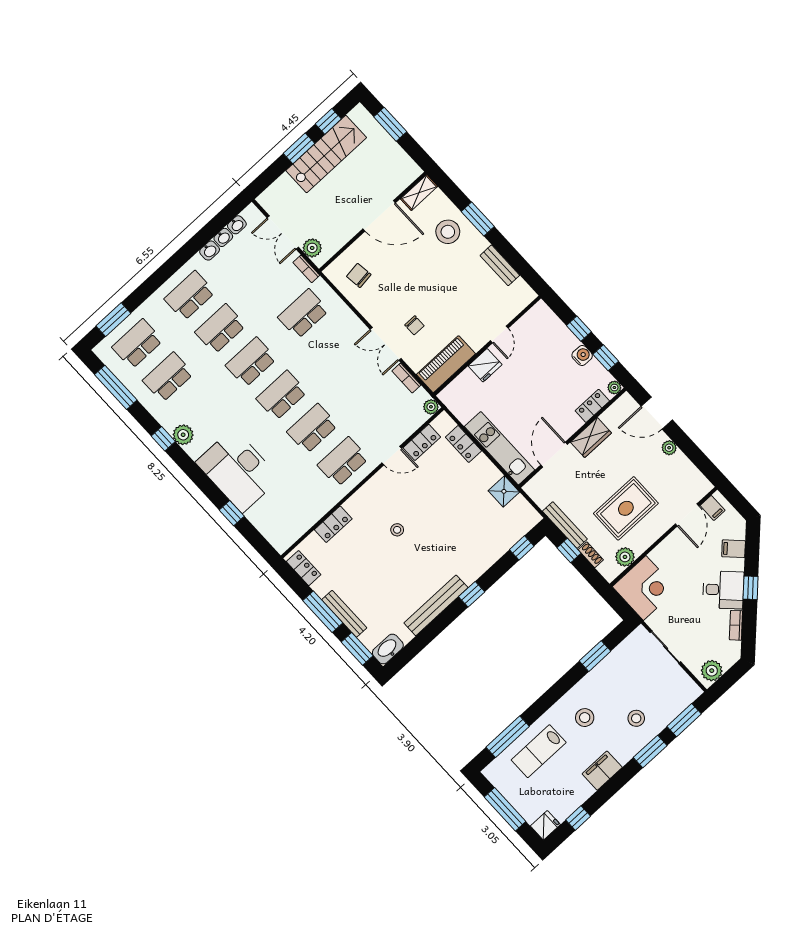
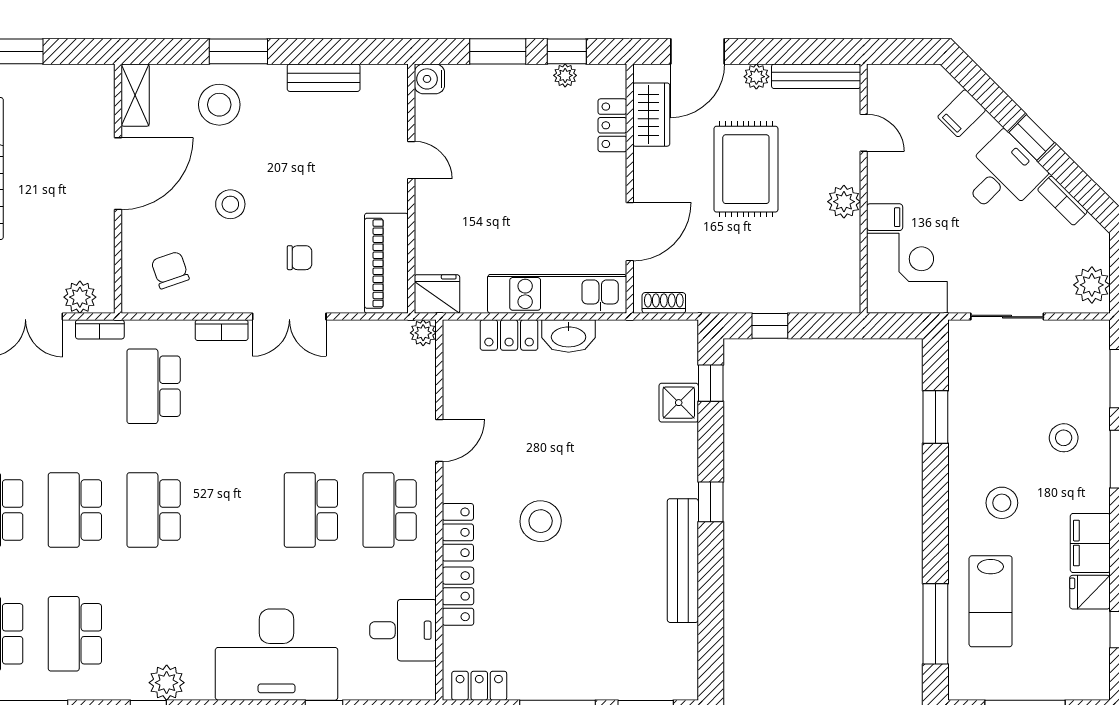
chair: (359, 275) -> (170, 270), turned 78
stool: (410, 275) -> (230, 204), added
window: (579, 329) -> (498, 51), width x1.50
water cooler: (582, 355) -> (429, 79), moved, turned -90
fridge: (485, 365) -> (437, 294), moved, turned -90
bookcase: (406, 378) -> (222, 330), moved
plant: (614, 388) -> (565, 75), moved
school desk: (282, 395) -> (232, 510), removed
wardrobe: (591, 438) -> (651, 115), moved
locker: (422, 442) -> (458, 532), moved
door: (554, 455) -> (630, 232), swing flipped
shower: (504, 491) -> (679, 403), moved
rug: (626, 508) -> (746, 169), moved
filing cabinet: (713, 508) -> (885, 217), moved
desk: (297, 514) -> (403, 630), added
door: (687, 515) -> (864, 133), width x0.73
bench: (565, 525) -> (816, 76), moved
stool: (397, 530) -> (541, 521), width x1.89, depth x1.89
shoe rack: (591, 555) -> (664, 303), moved
plant: (625, 557) -> (844, 202), moved
bench: (344, 614) -> (586, 688), removed
washbasin: (388, 649) -> (569, 336), moved, turned -90
fridge: (545, 825) -> (1090, 592), moved, turned -90

